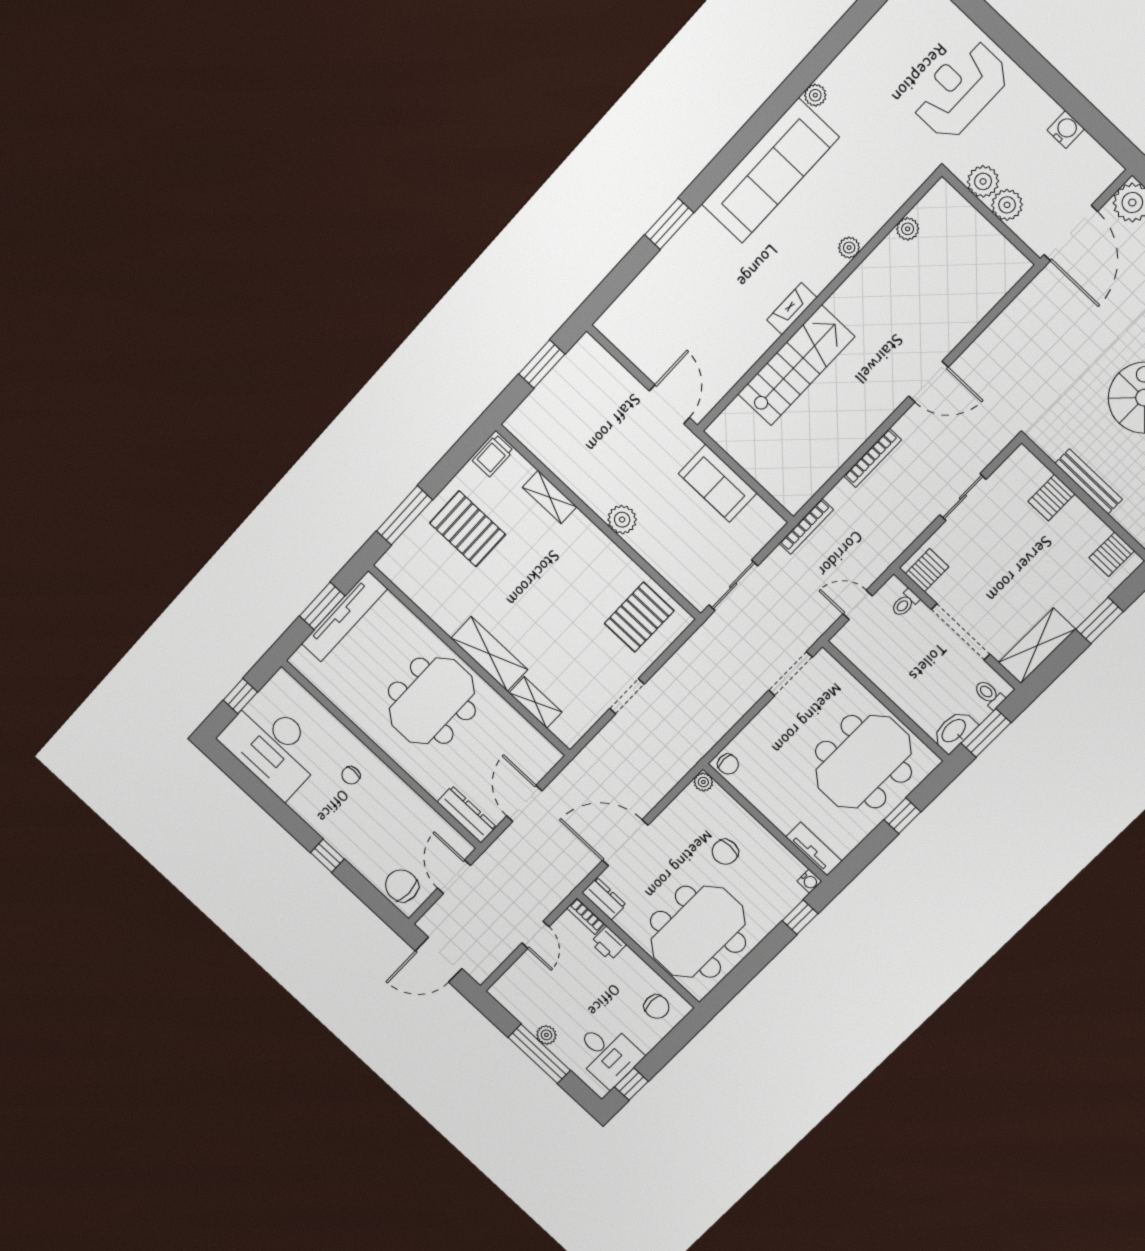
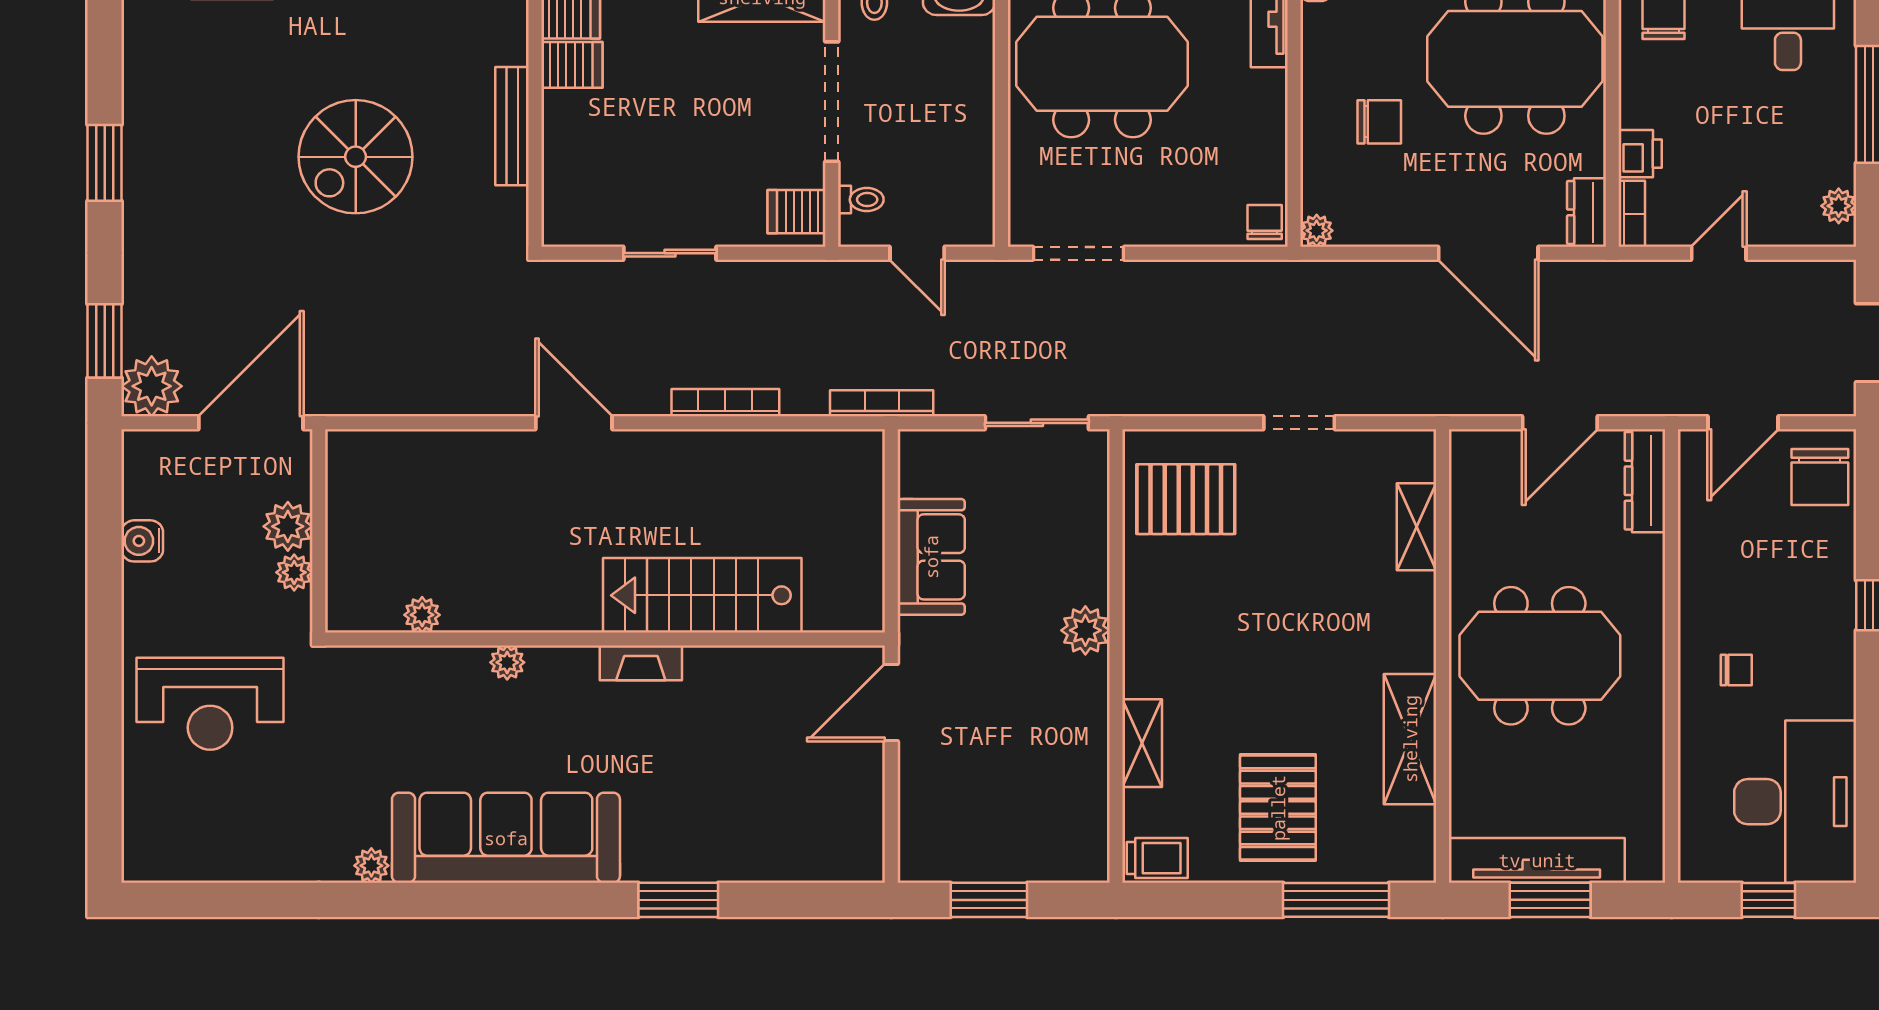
plant: (983, 181) -> (294, 572), width x0.73, depth x0.73
server rack: (1052, 498) -> (572, 65), moved
shelving: (489, 654) -> (1410, 739), moved
plant: (546, 1035) -> (1839, 206), moved

